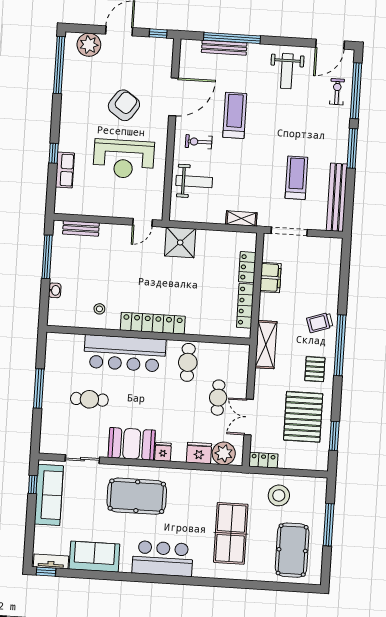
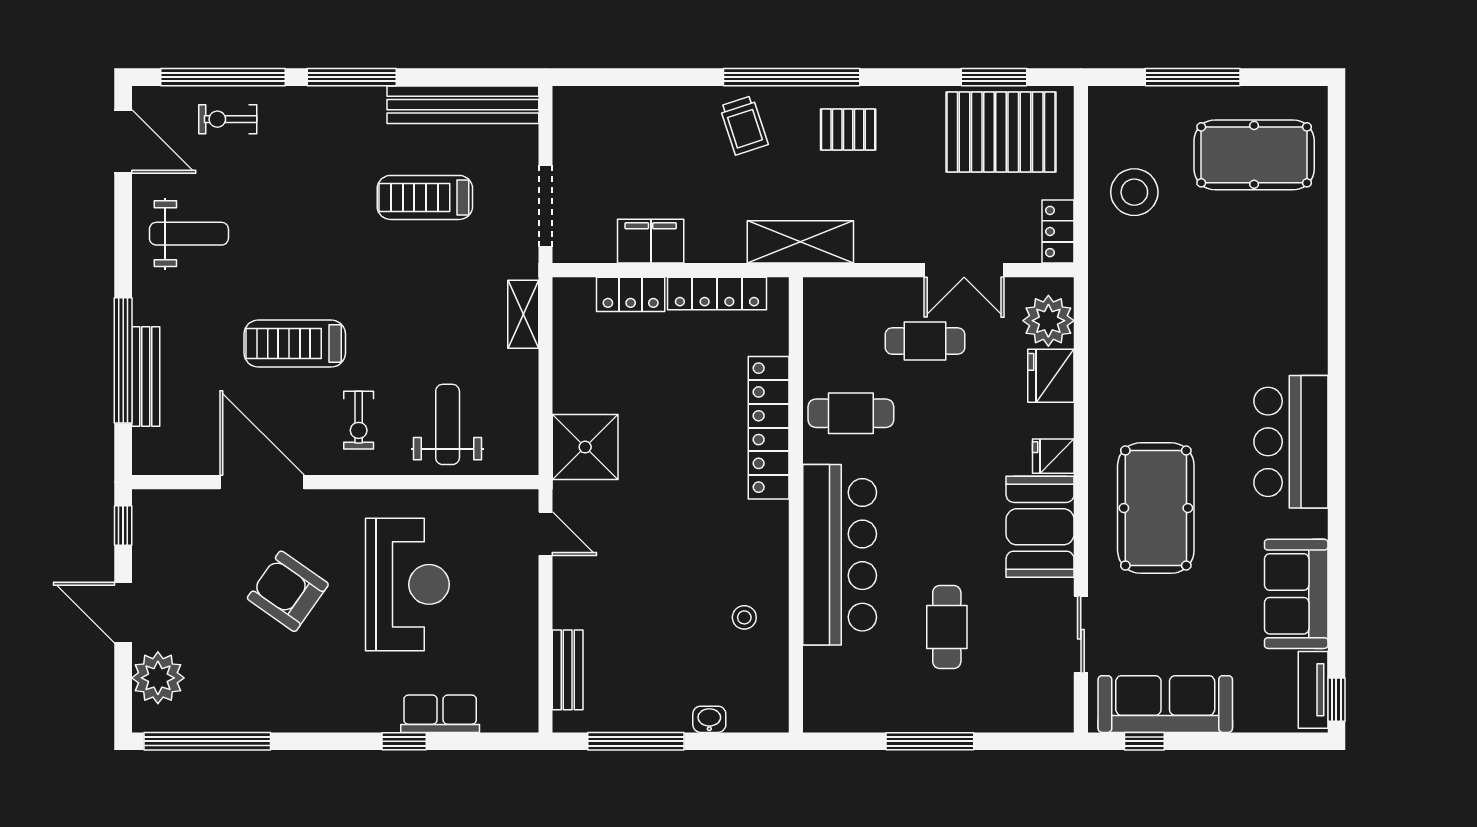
locker: (153, 323) -> (769, 428), moved
pallet: (303, 417) -> (1001, 132), moved
table tennis table: (231, 533) -> (1225, 294), removed

